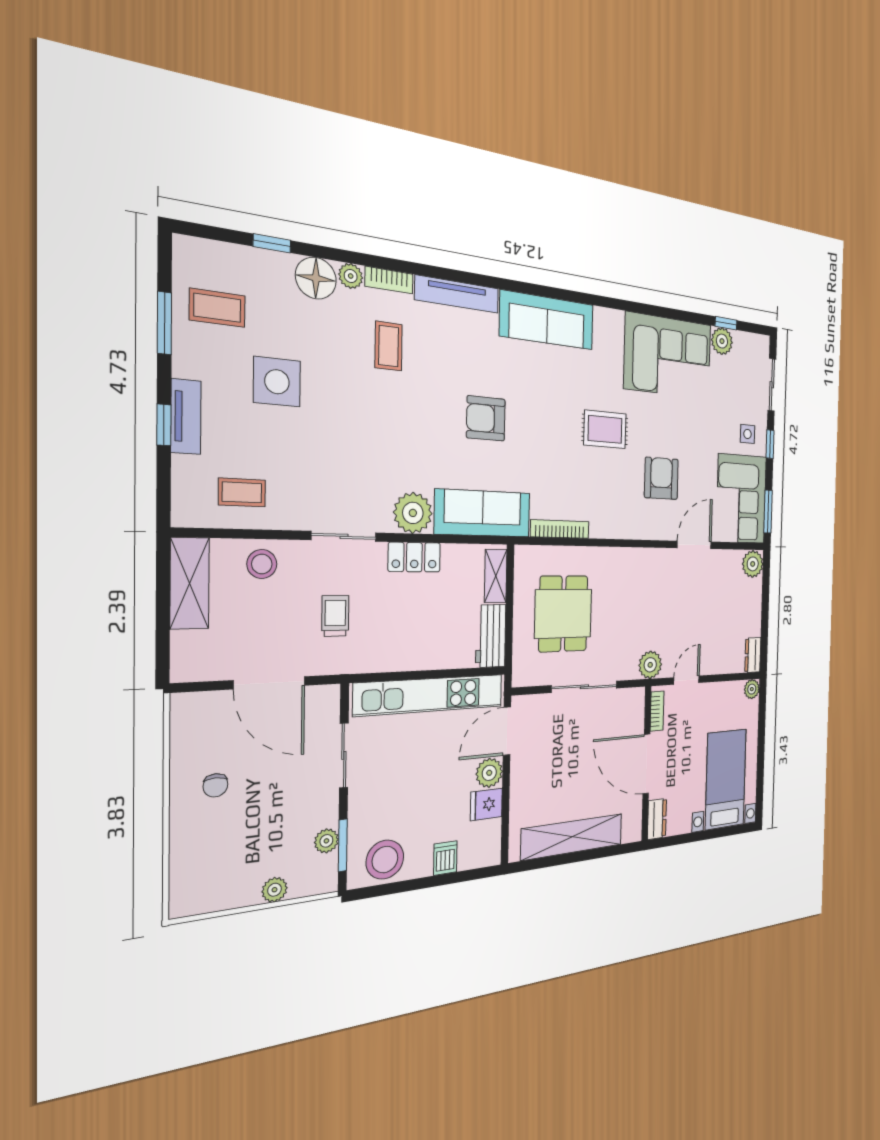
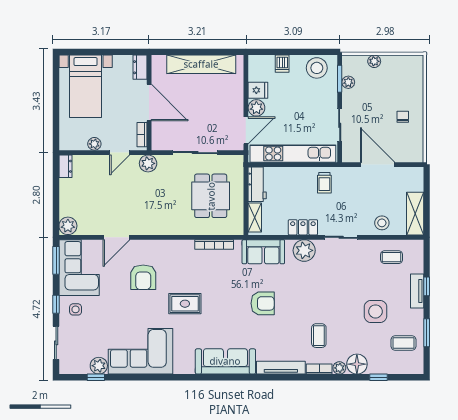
sofa: (483, 513) -> (263, 252), width x0.73
trolley: (335, 616) -> (324, 183), moved
plant: (752, 689) -> (94, 144), moved

